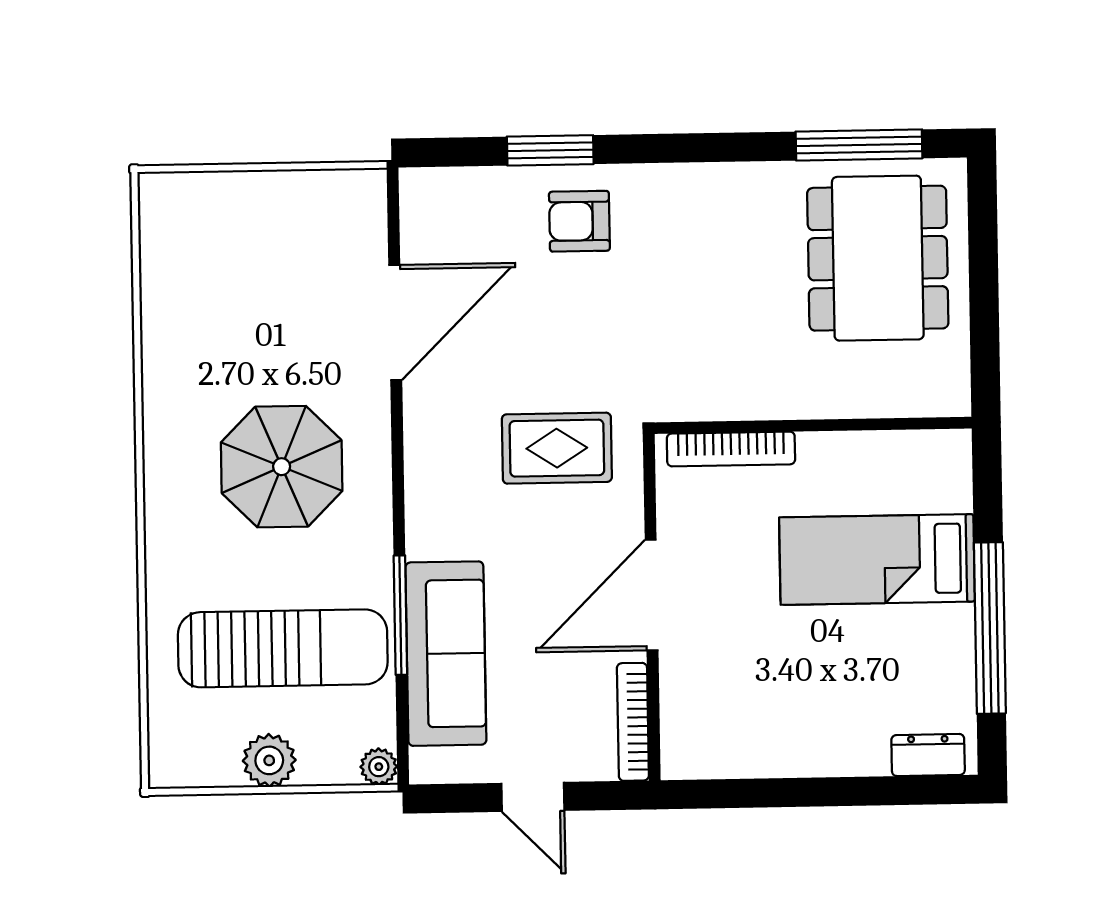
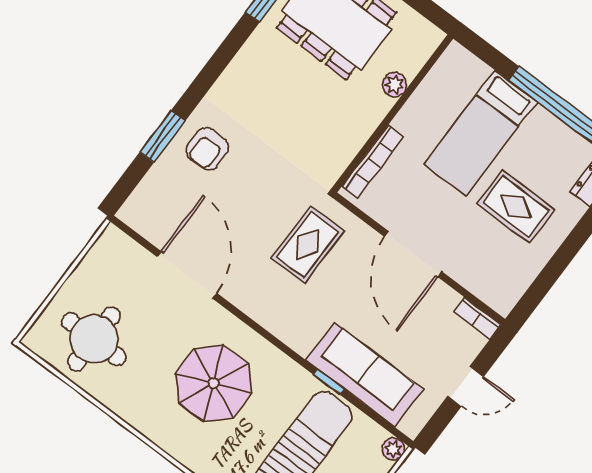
round table: (218, 267) -> (94, 339), added
plant: (853, 399) -> (395, 85), added
window: (400, 615) -> (329, 382), width x0.46
rug: (818, 680) -> (516, 207), added
bookcase: (633, 722) -> (477, 318), width x0.64

